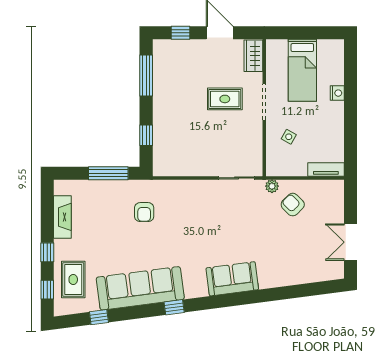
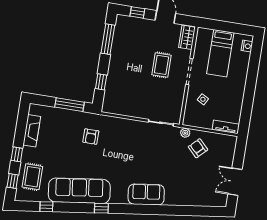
nightstand: (337, 93) -> (247, 46), moved
rug: (225, 99) -> (161, 65), turned 90

